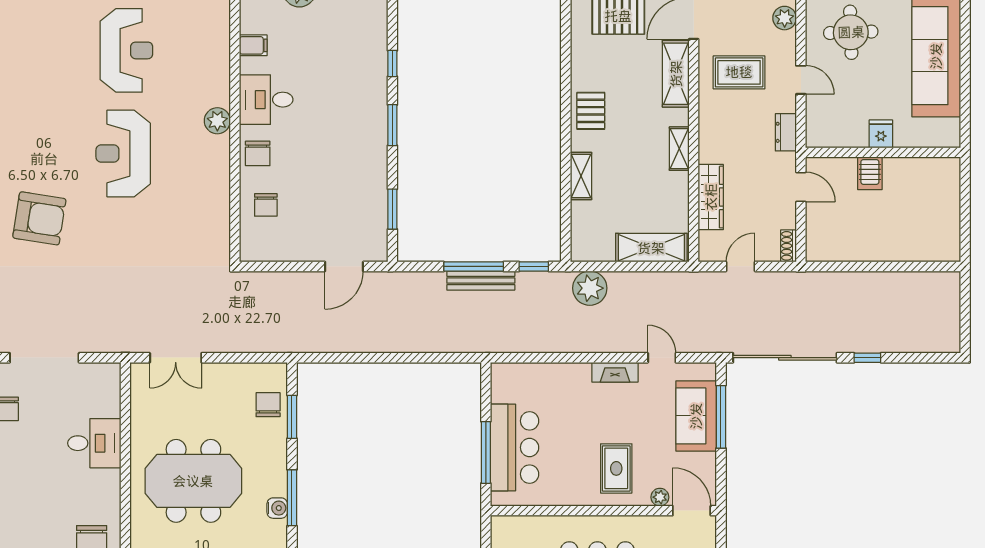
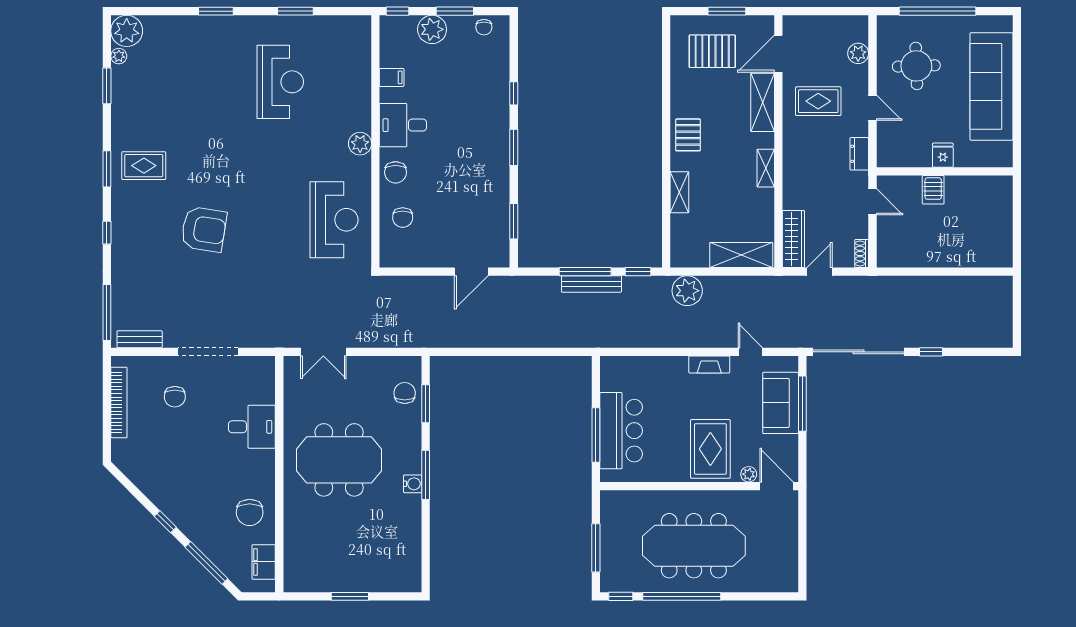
reception desk: (123, 153) -> (334, 220), moved, turned 180
wardrobe: (711, 197) -> (793, 239), moved
rug: (616, 468) -> (710, 449), width x1.36, depth x1.43

